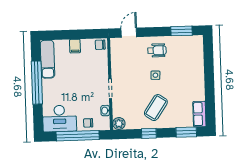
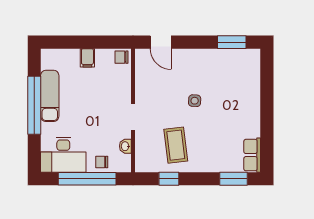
door: (129, 33) -> (161, 42), swing flipped
wheelchair: (157, 50) -> (198, 67), removed
exam couch: (47, 59) -> (50, 96), moved
coffee table: (156, 108) -> (176, 145), moved, turned -41
plant: (119, 124) -> (143, 164), removed
window: (149, 133) -> (169, 179), moved

